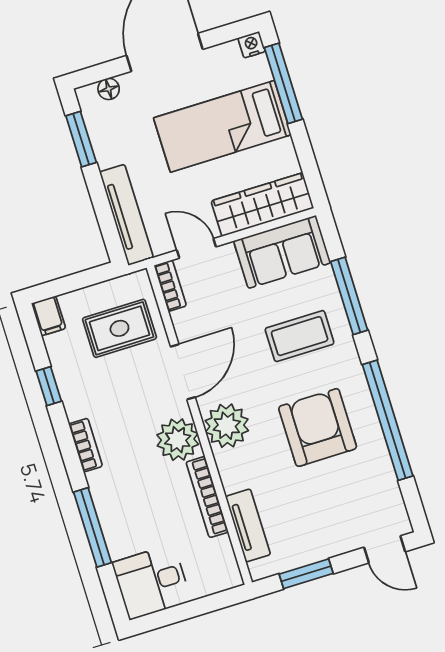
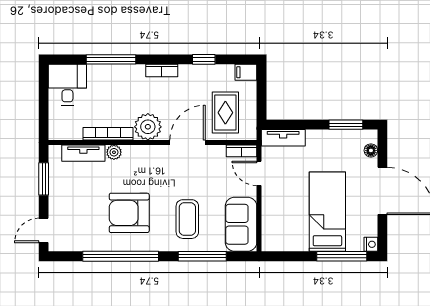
wardrobe: (262, 205) -> (273, 221), removed
tv unit: (126, 215) -> (283, 138), width x0.71
door: (196, 248) -> (259, 173), swing flipped
door: (183, 372) -> (188, 142), swing flipped
plant: (227, 426) -> (114, 152), moved, width x0.53, depth x0.53
armchair: (318, 428) -> (129, 213), turned 180

